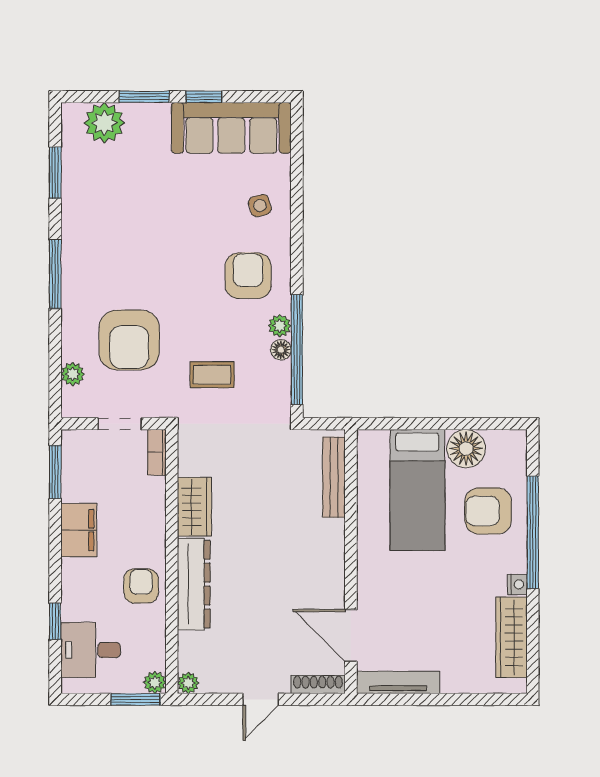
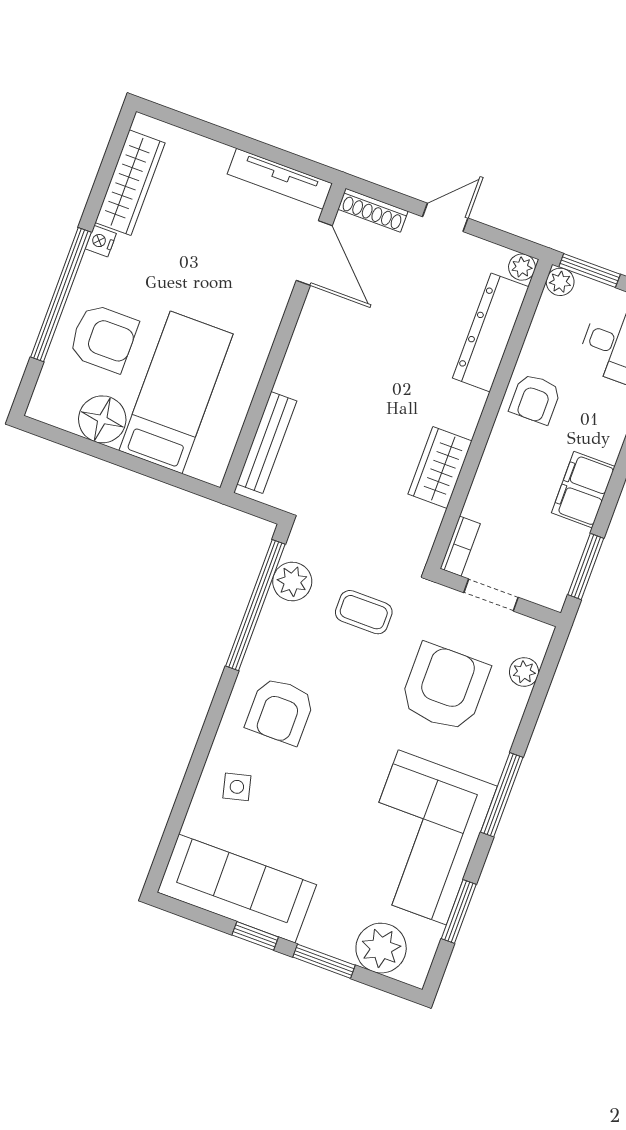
corner sofa: (104, 219) -> (422, 837), added
plant: (280, 326) -> (292, 582), moved, width x1.38, depth x1.38
floor lamp: (281, 350) -> (274, 612), removed
dresser: (194, 584) -> (491, 332), moved

